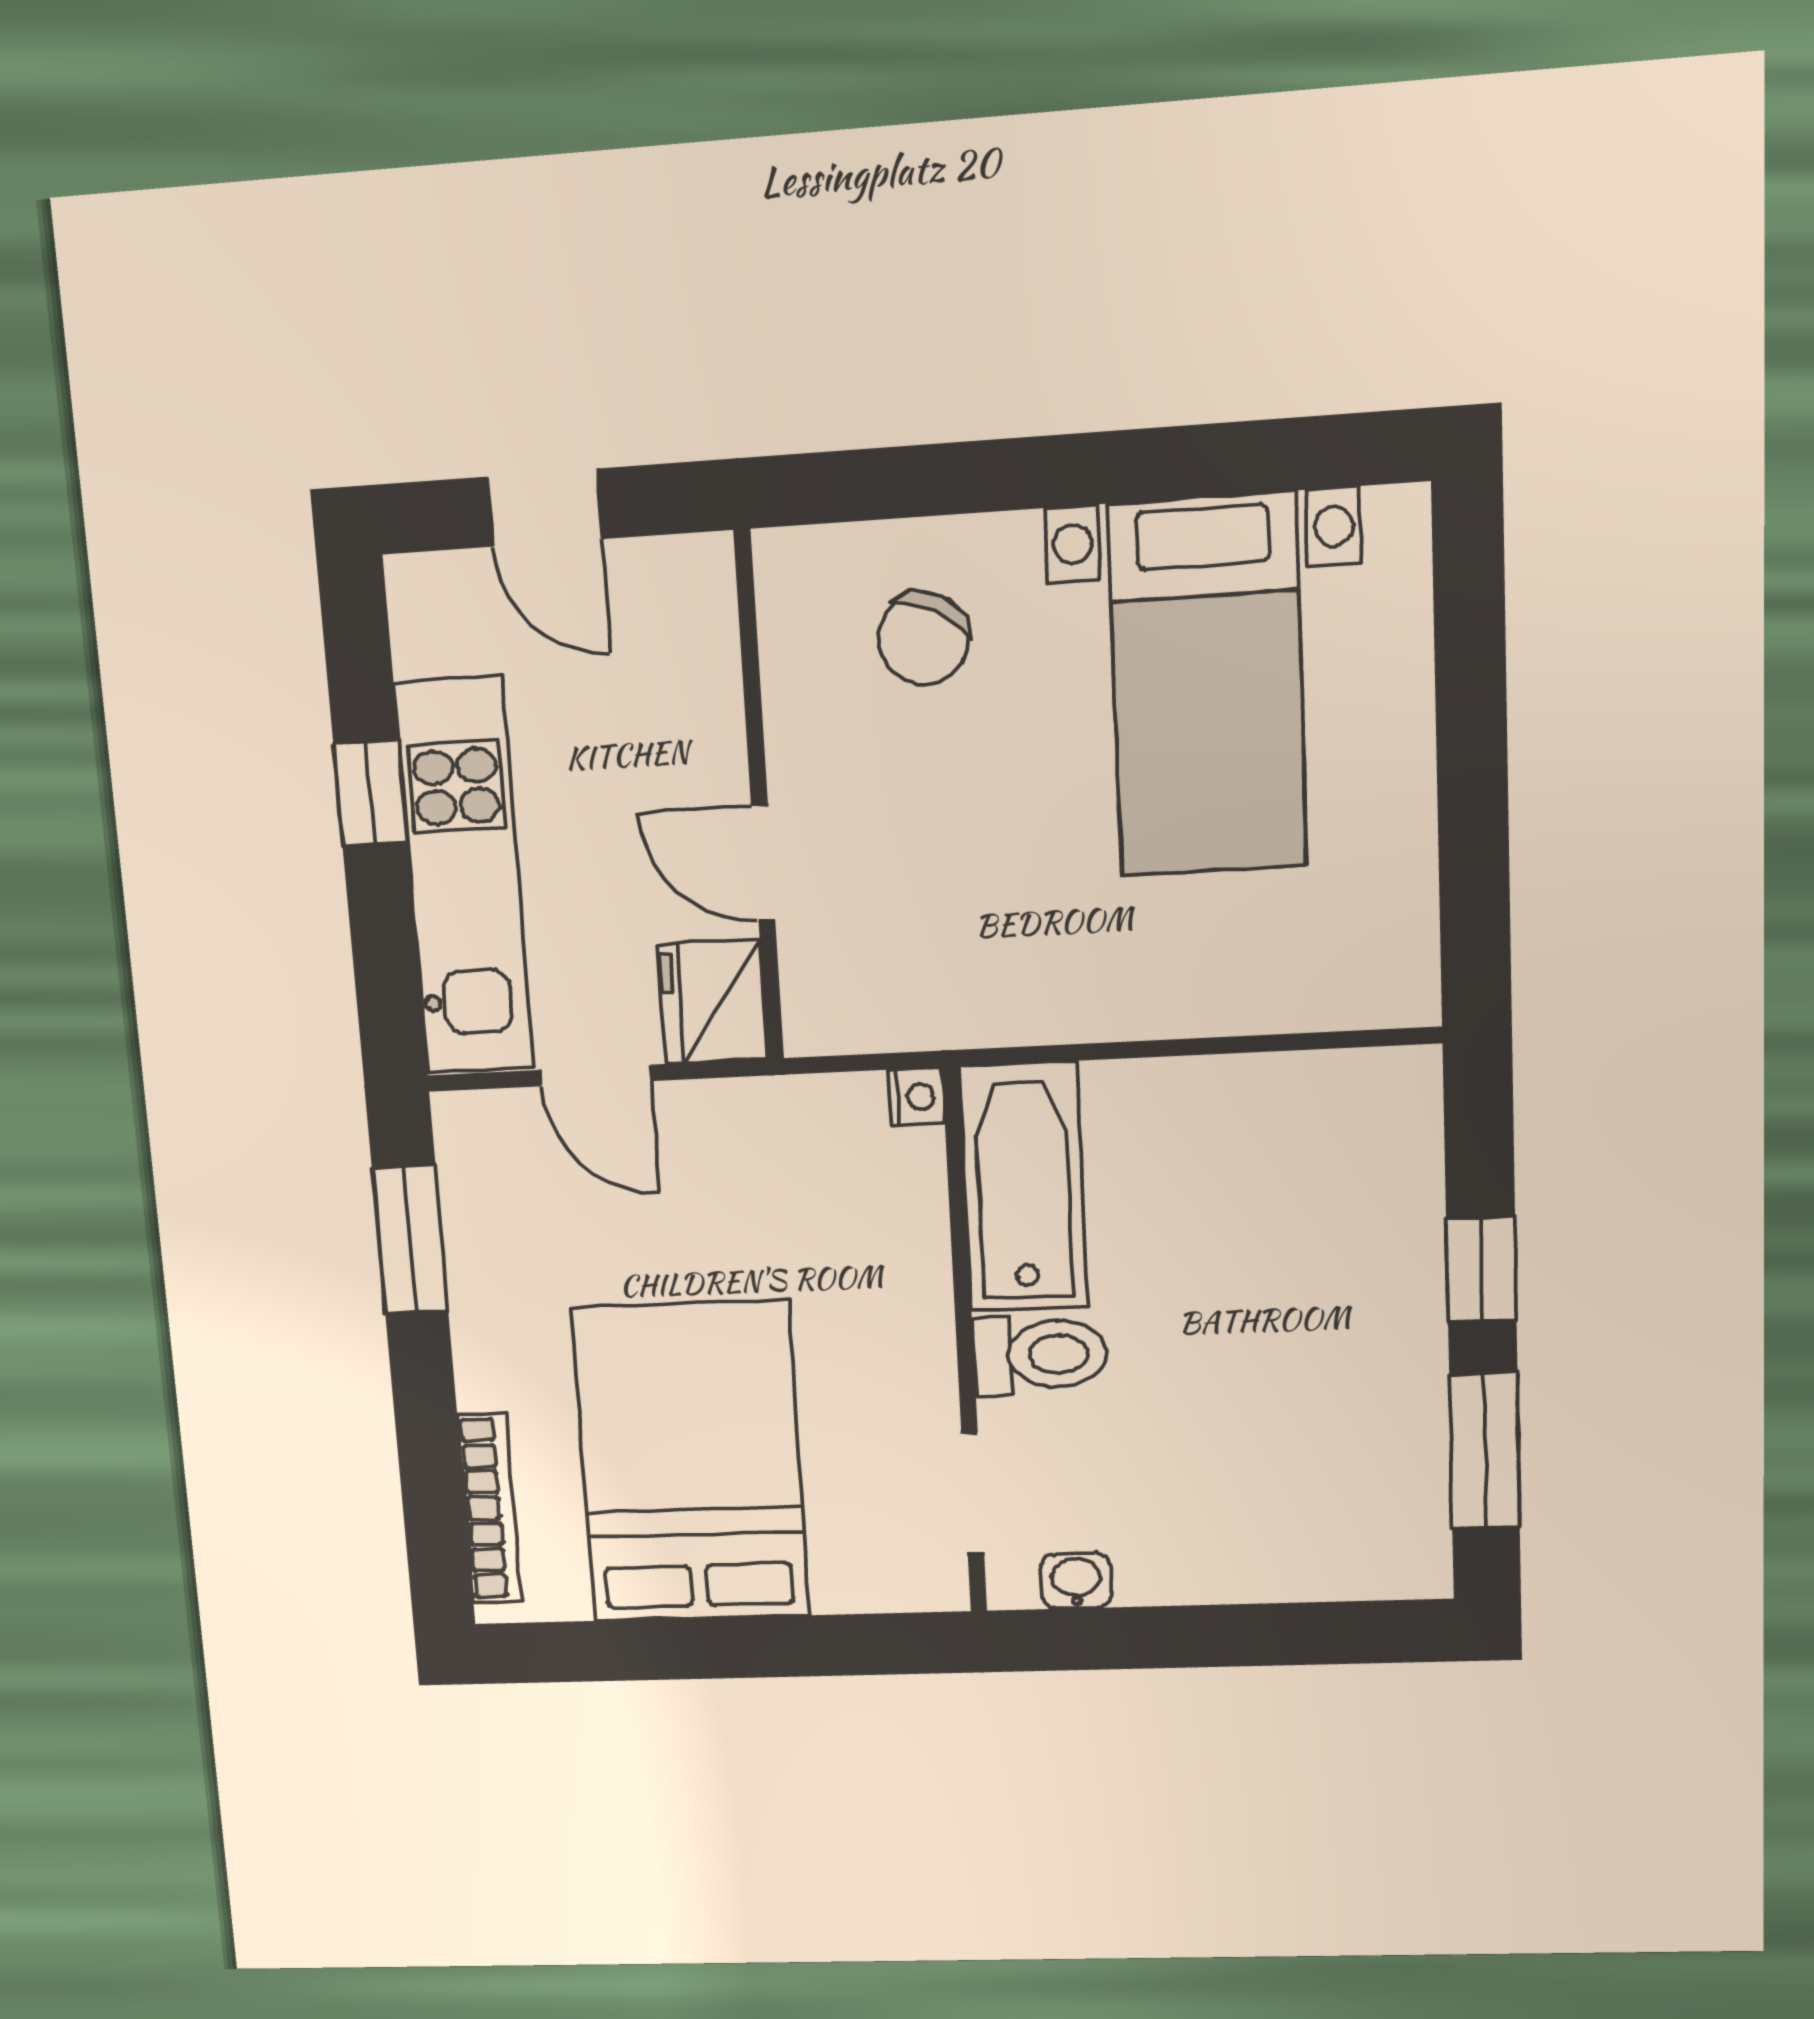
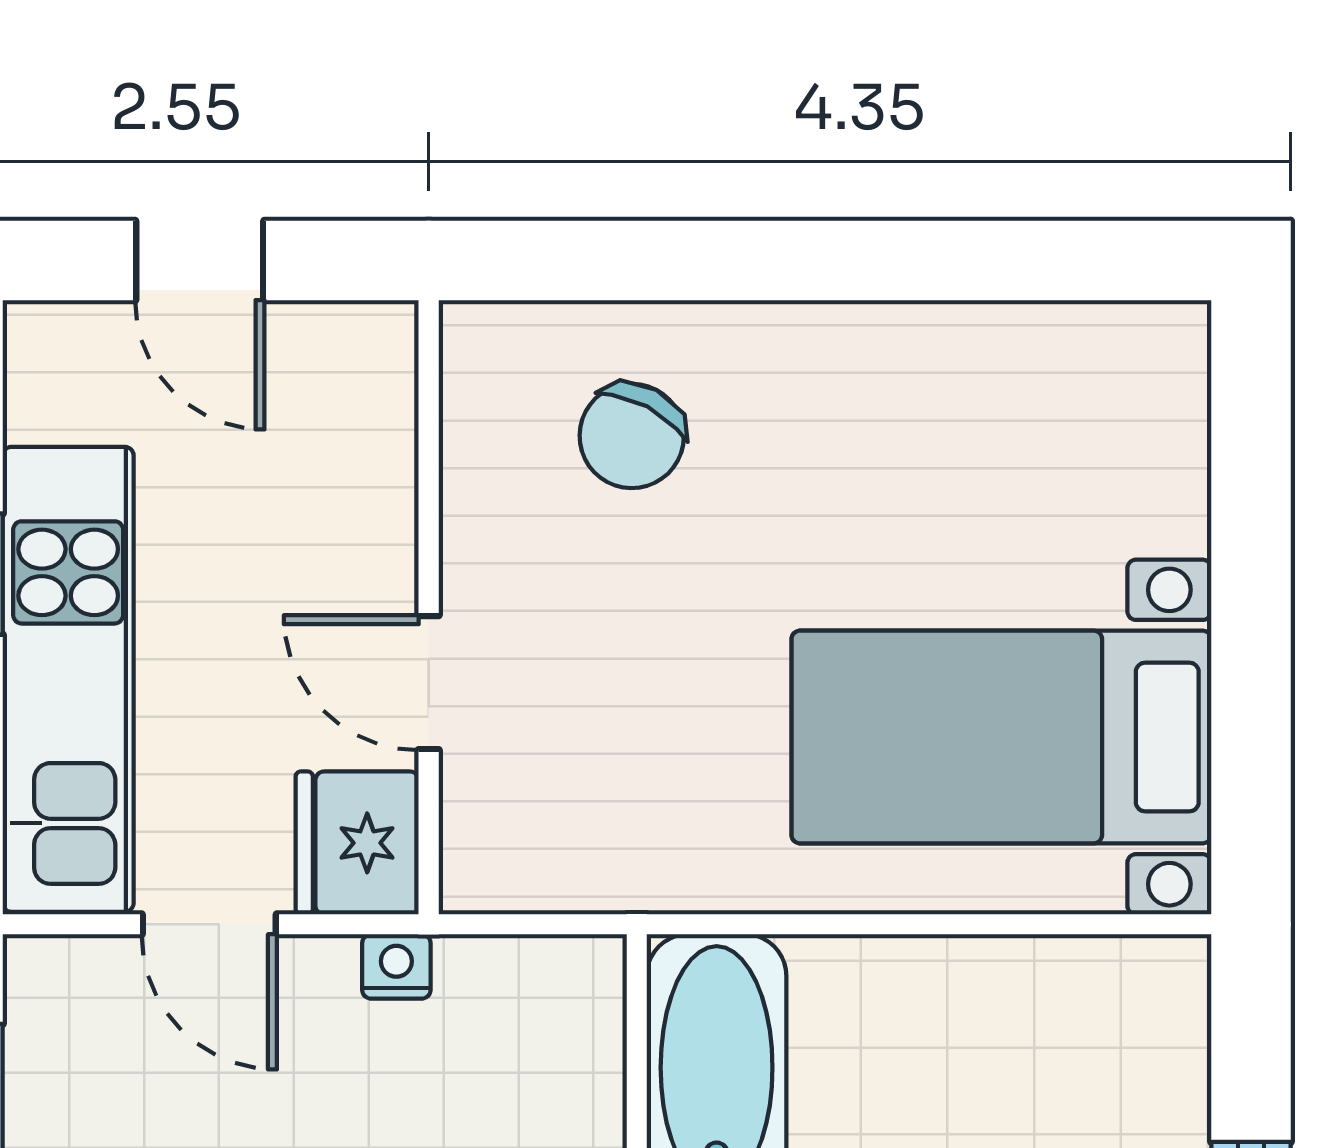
bed with nightstands: (1208, 686) -> (1001, 737), moved, turned 90
nightstand: (916, 1097) -> (396, 966), moved, turned -90

